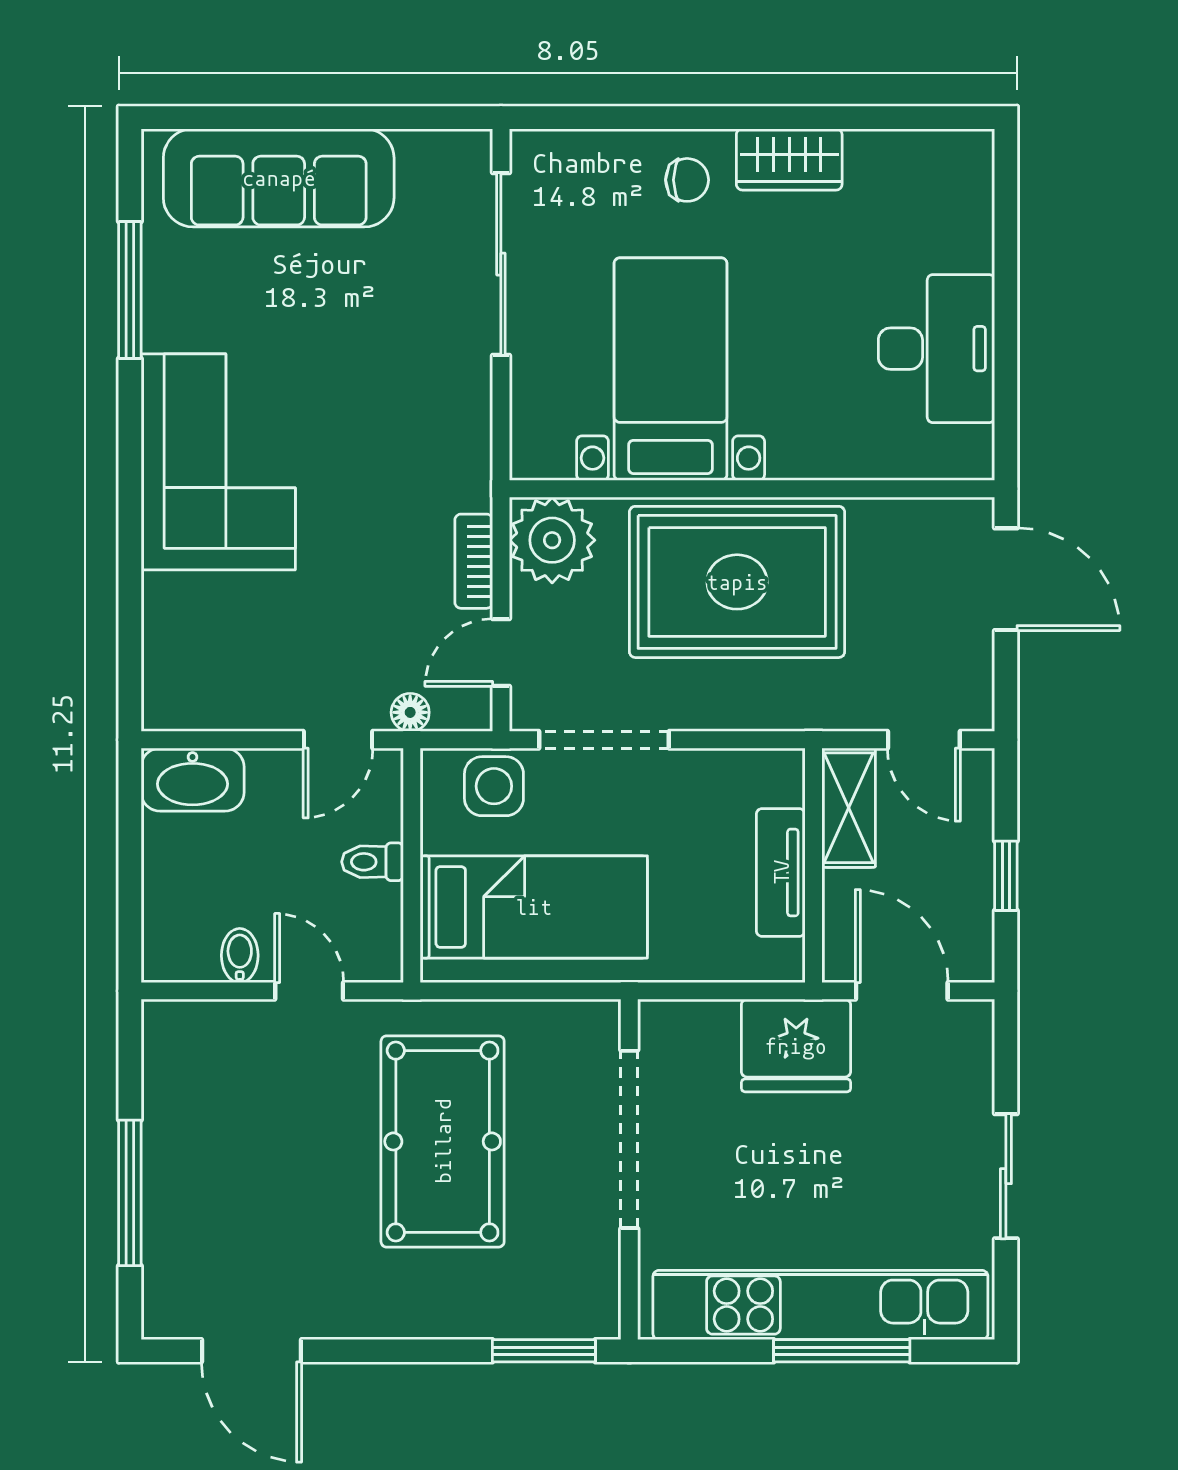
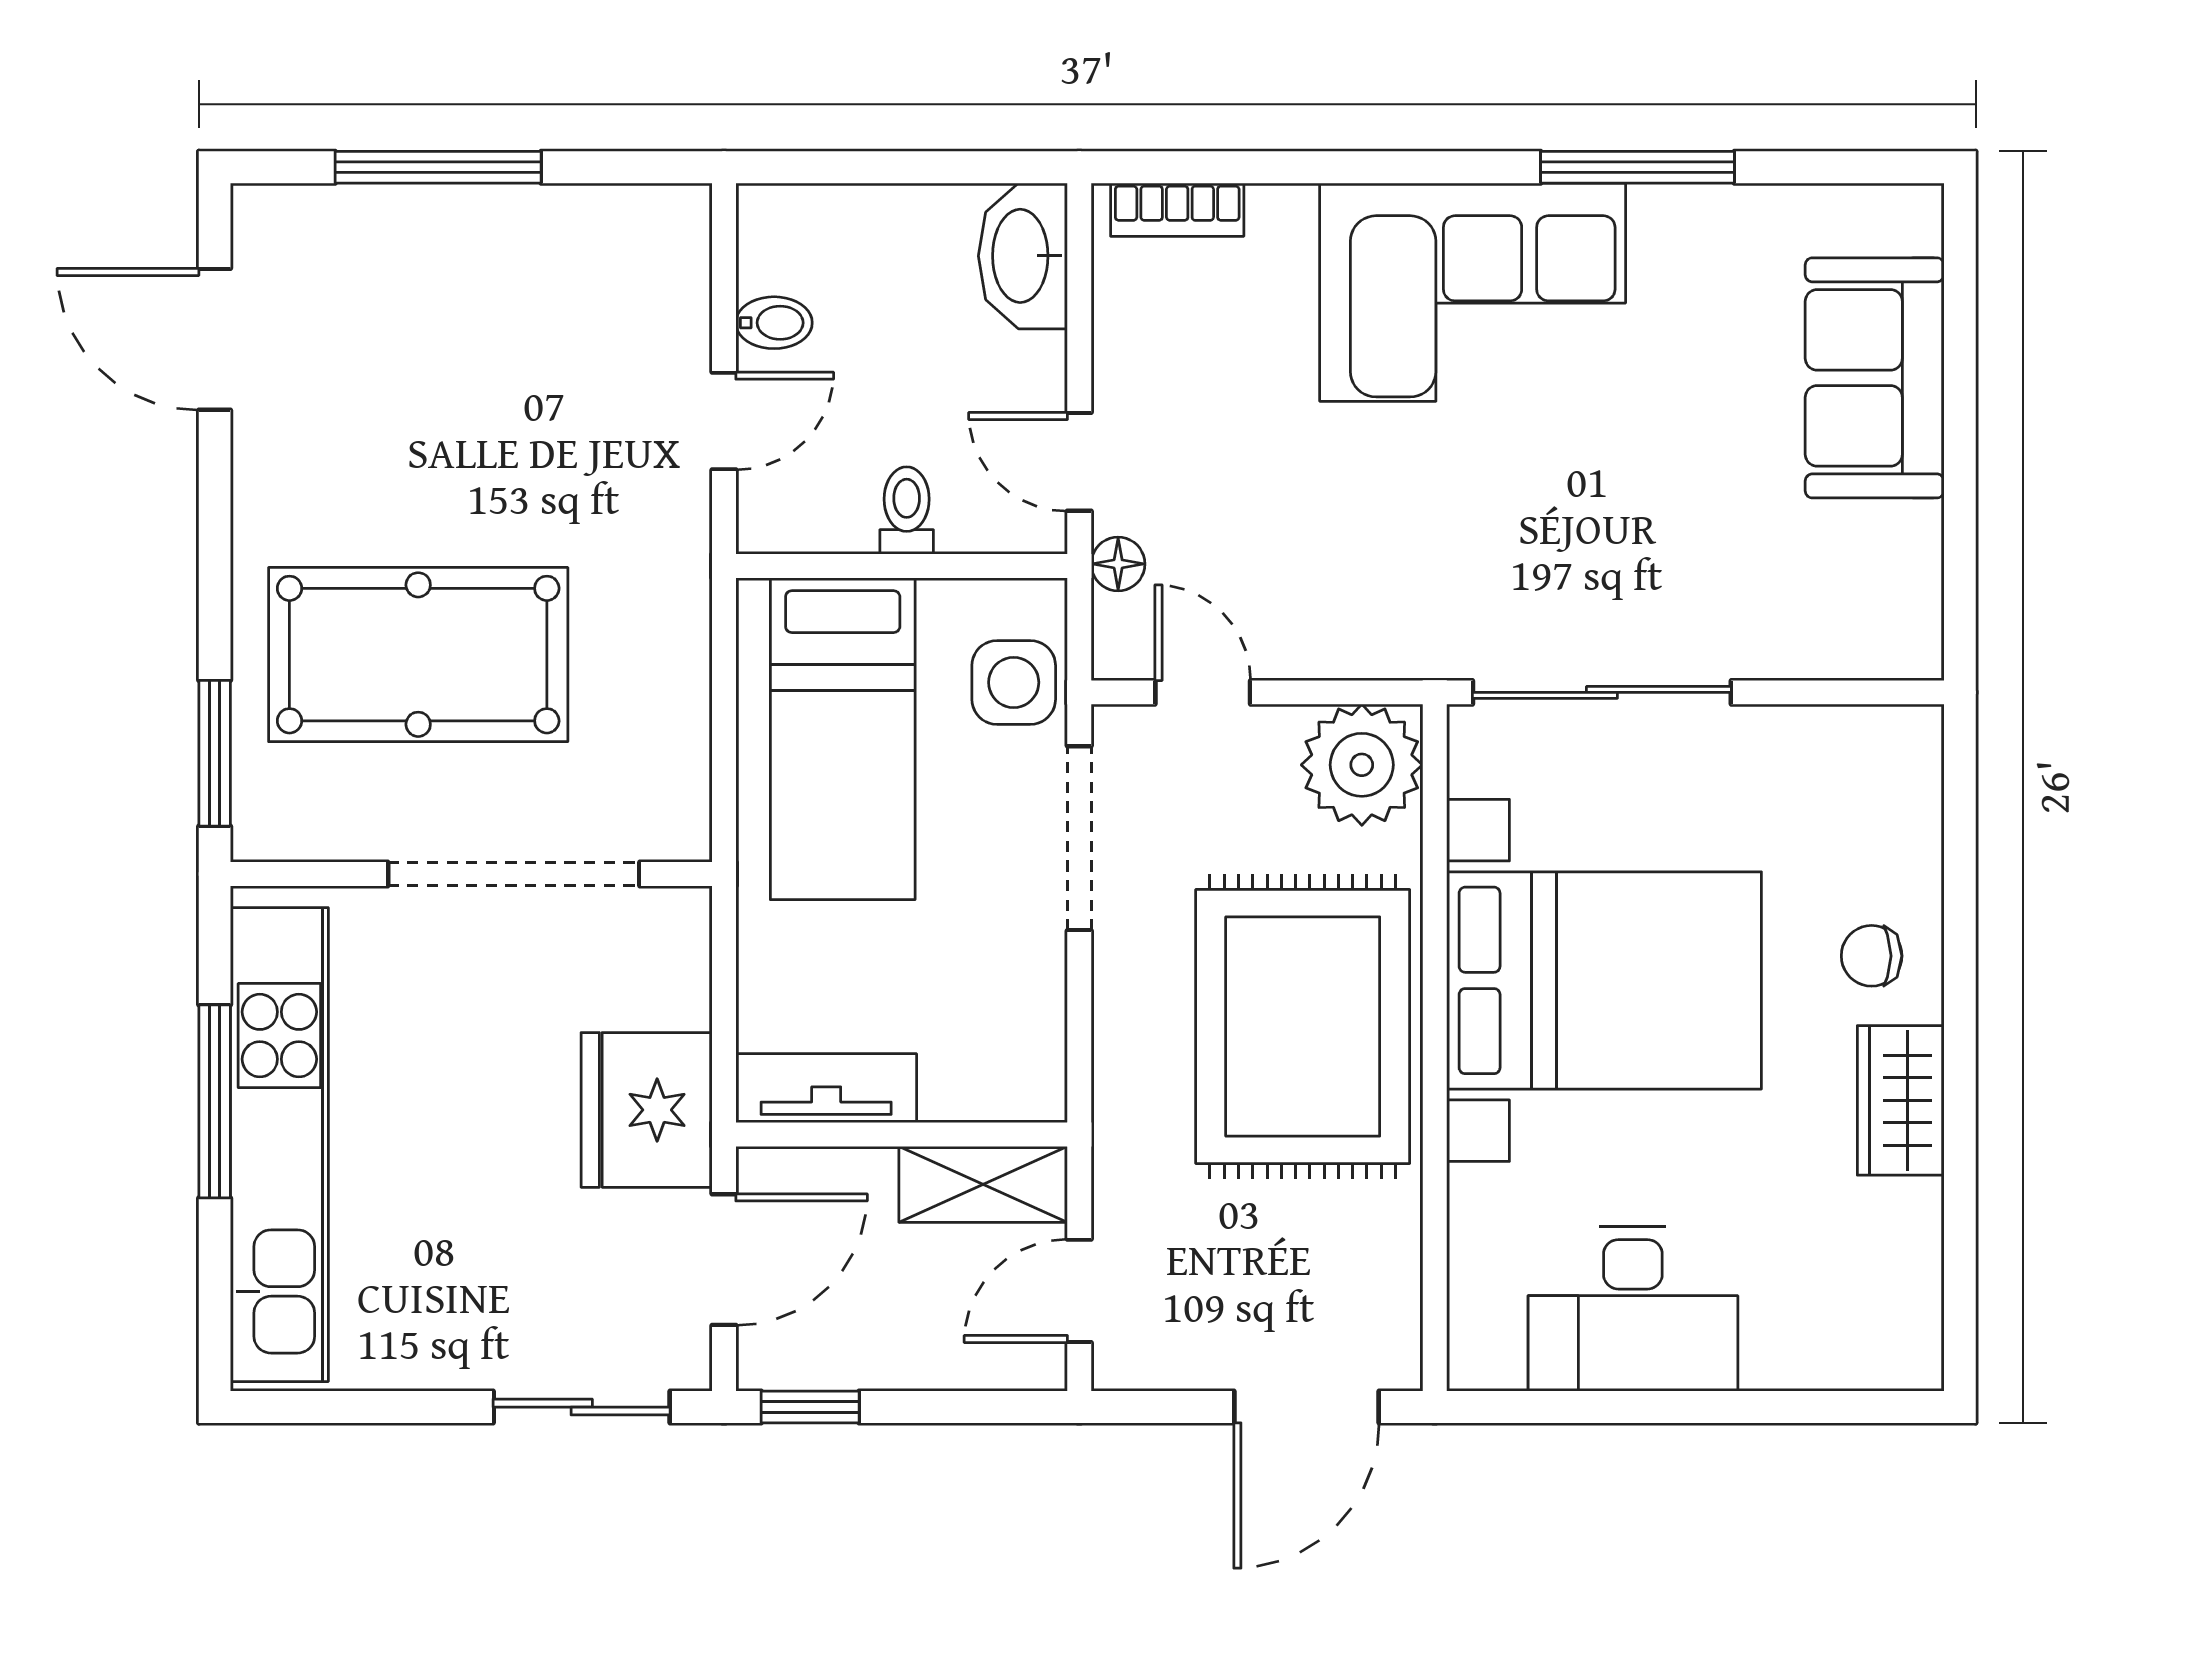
sofa: (279, 178) -> (1875, 378), width x0.73
chair: (687, 180) -> (1872, 956), turned 90
sliding door: (501, 264) -> (1602, 692), moved
window: (130, 290) -> (1637, 167), moved
bed with nightstands: (671, 369) -> (1604, 980), width x1.36
bookcase: (474, 561) -> (1177, 210), moved, turned 180
tv unit: (781, 872) -> (826, 1088), moved
window: (1006, 876) -> (810, 1407), moved
pool table: (443, 1141) -> (418, 655), moved
sliding door: (1006, 1176) -> (582, 1407), moved
door: (251, 1351) -> (215, 339), hinge flipped
window: (842, 1351) -> (215, 1101), moved

